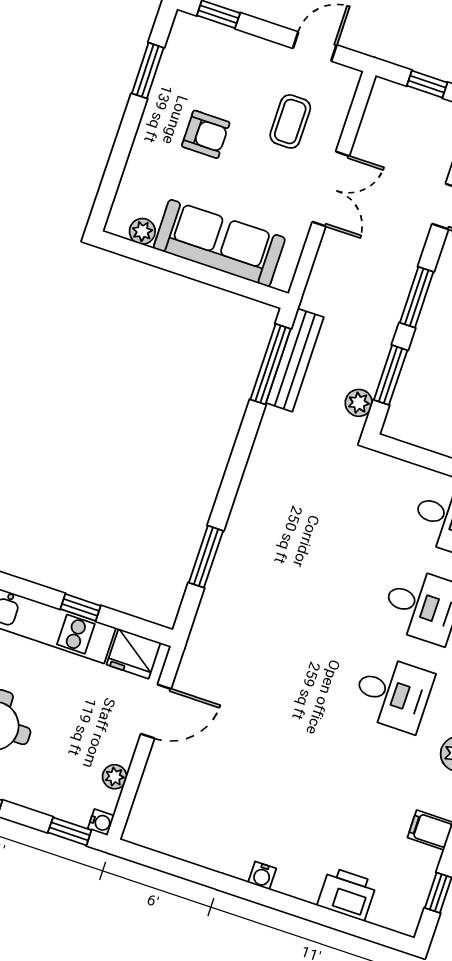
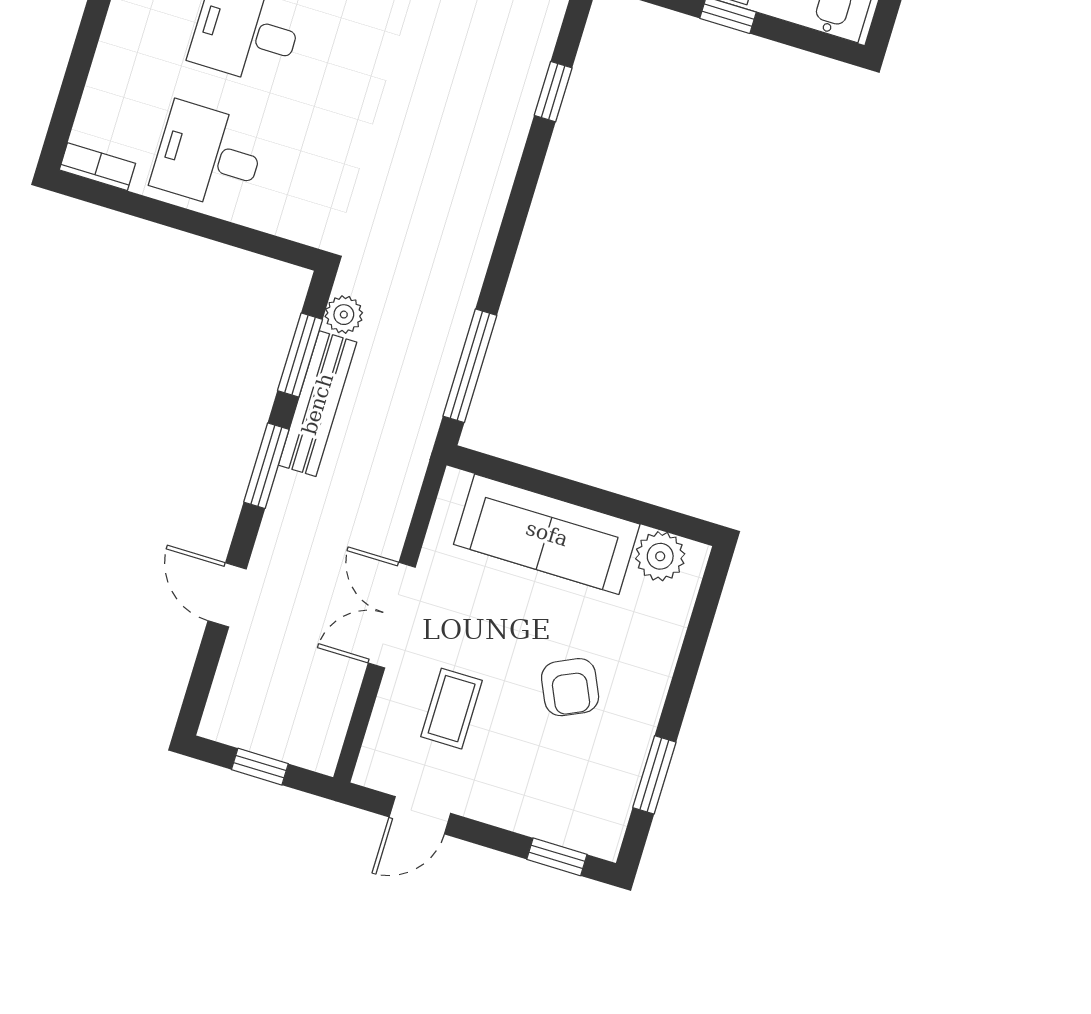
armchair: (206, 134) -> (570, 687), turned -115
plant: (142, 231) -> (660, 556), width x1.38, depth x1.38
bench: (295, 360) -> (318, 404), moved
window: (206, 557) -> (553, 92), width x0.67

